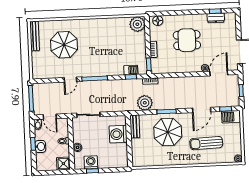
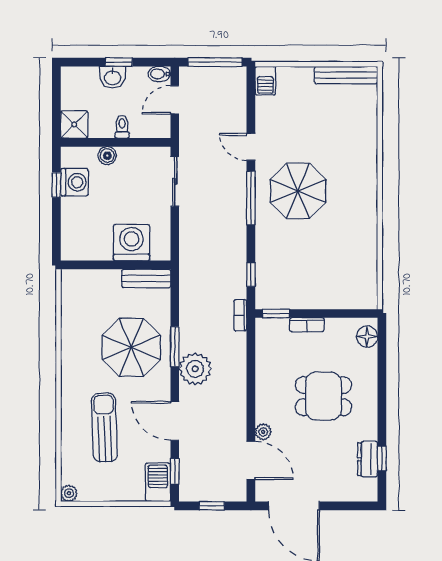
plant: (137, 24) -> (362, 293), removed
dining table: (187, 40) -> (323, 396), turned 90
parasol: (64, 45) -> (298, 191), moved
barbecue: (131, 70) -> (265, 81), moved
plant: (145, 103) -> (195, 369), moved

